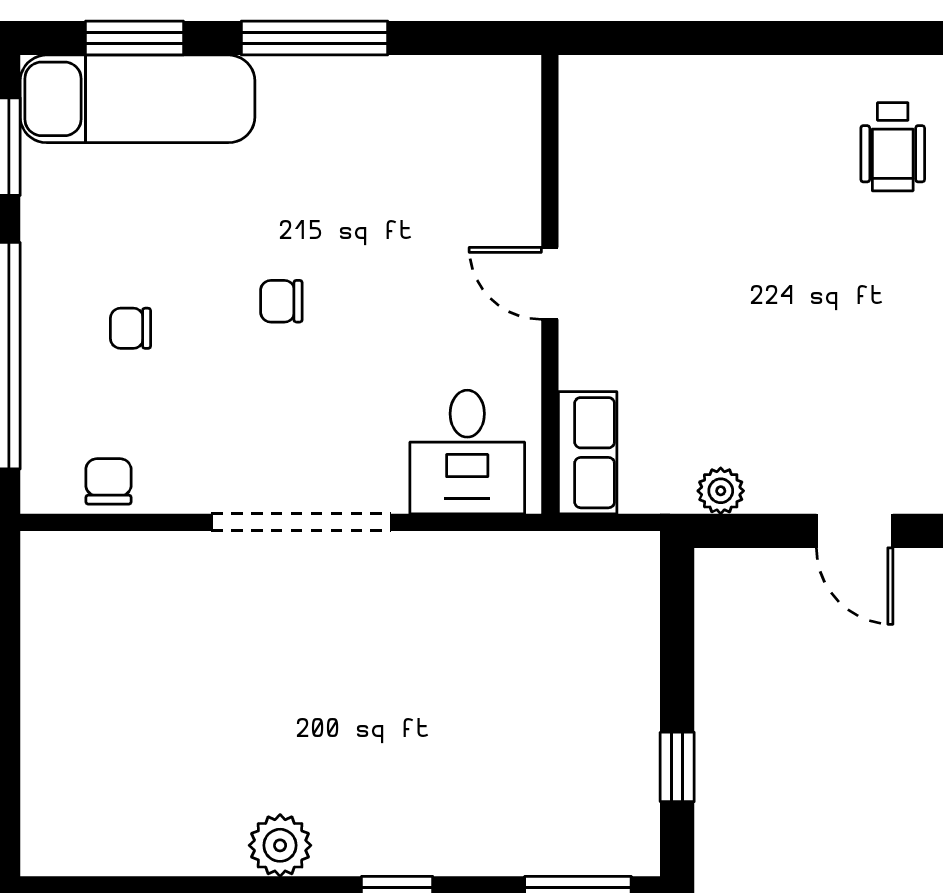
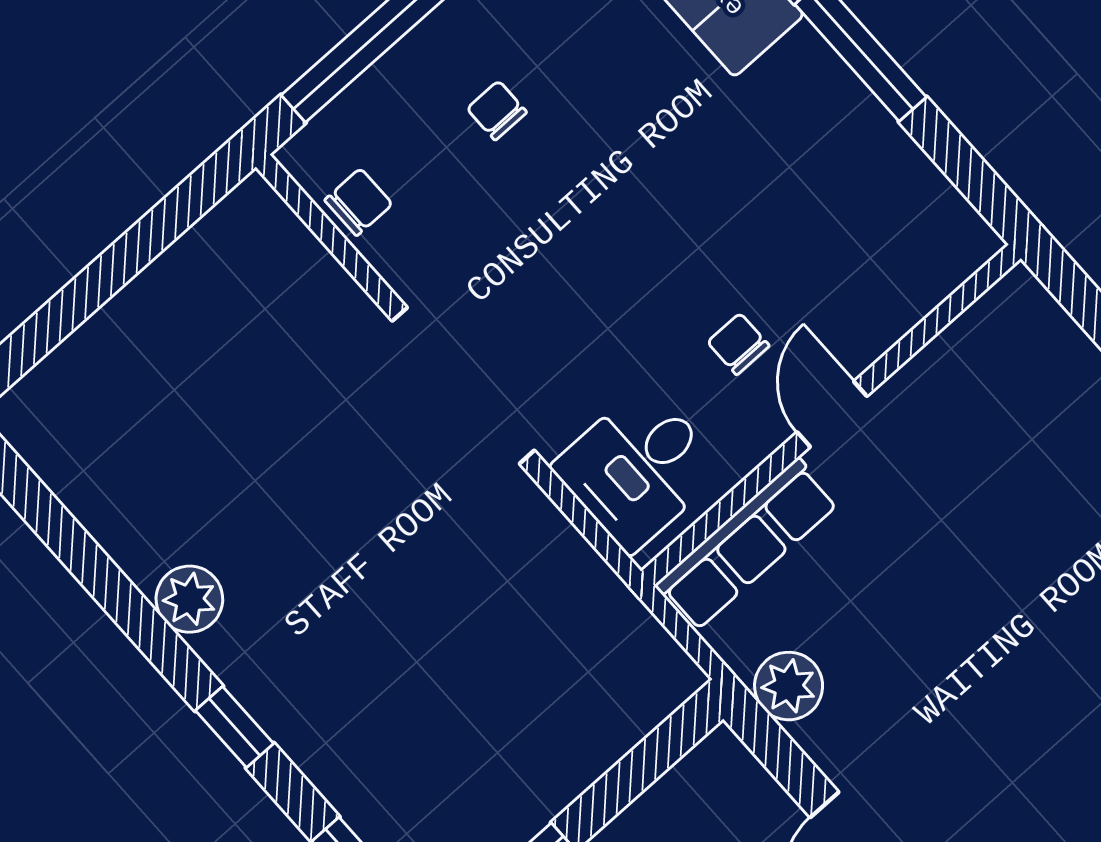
chair: (281, 301) -> (738, 344), moved
row of seats: (588, 453) -> (747, 544), width x1.48
plant: (721, 491) -> (789, 686), width x1.38, depth x1.38

